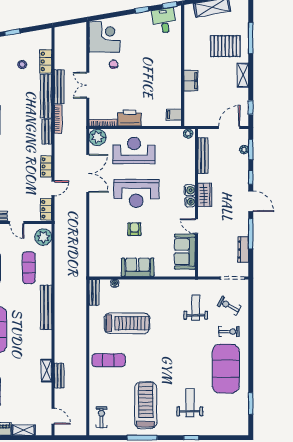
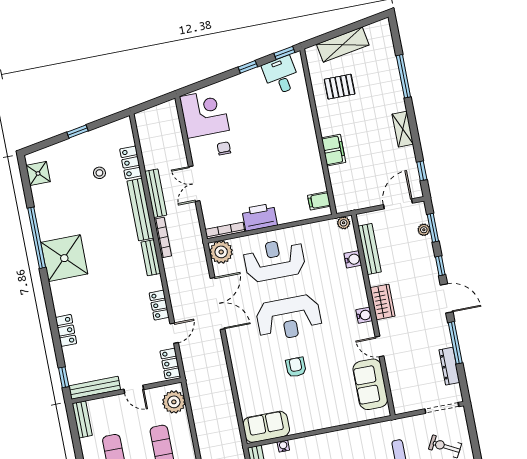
pallet: (225, 46) -> (340, 87), moved, width x0.67, depth x0.71
water cooler: (190, 190) -> (353, 259), moved
sofa: (138, 267) -> (266, 427), moved

